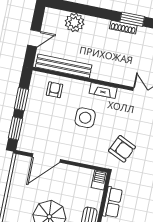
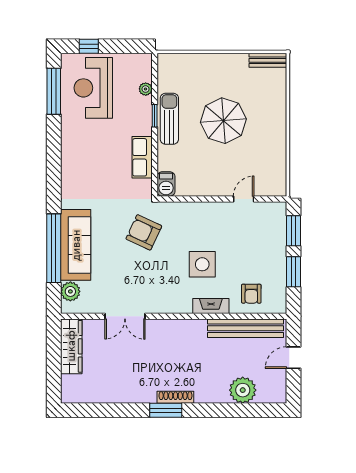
fireplace: (103, 90) -> (211, 306), moved
door: (46, 158) -> (244, 199), width x0.53

